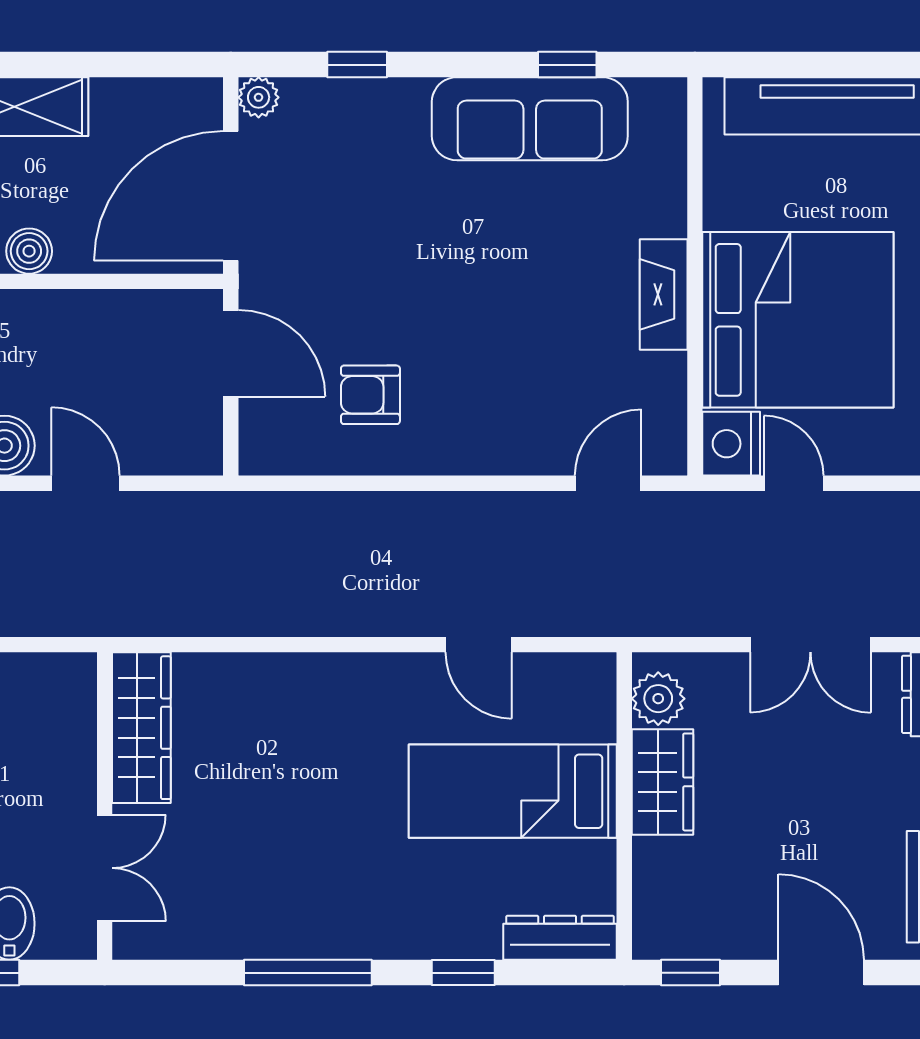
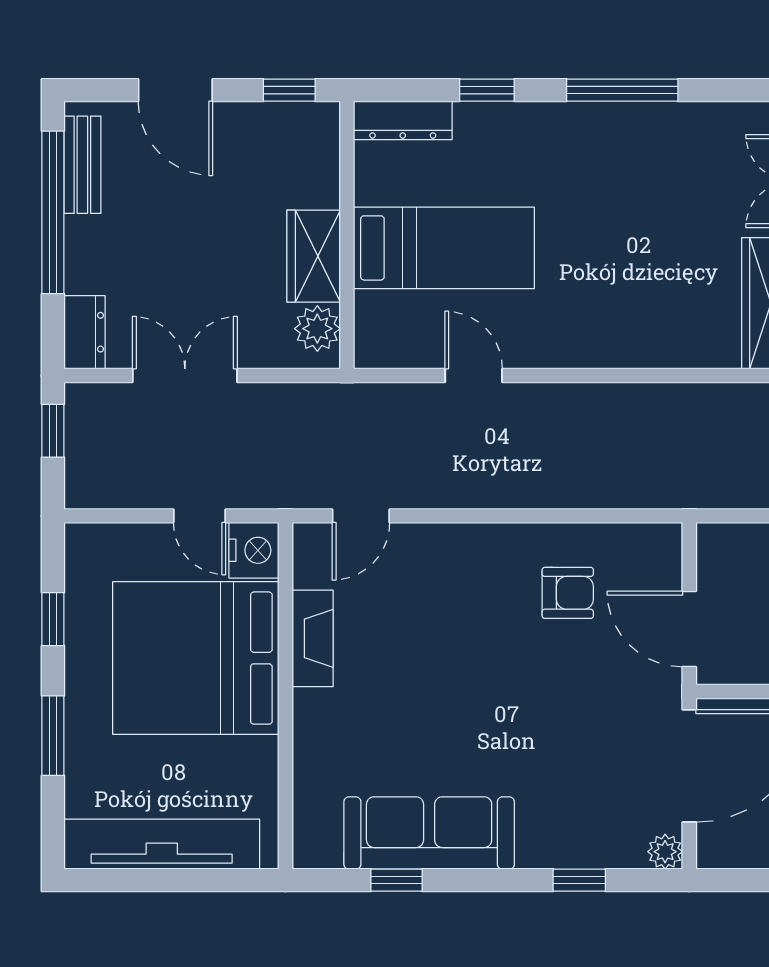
fireplace: (664, 294) -> (313, 638), moved

